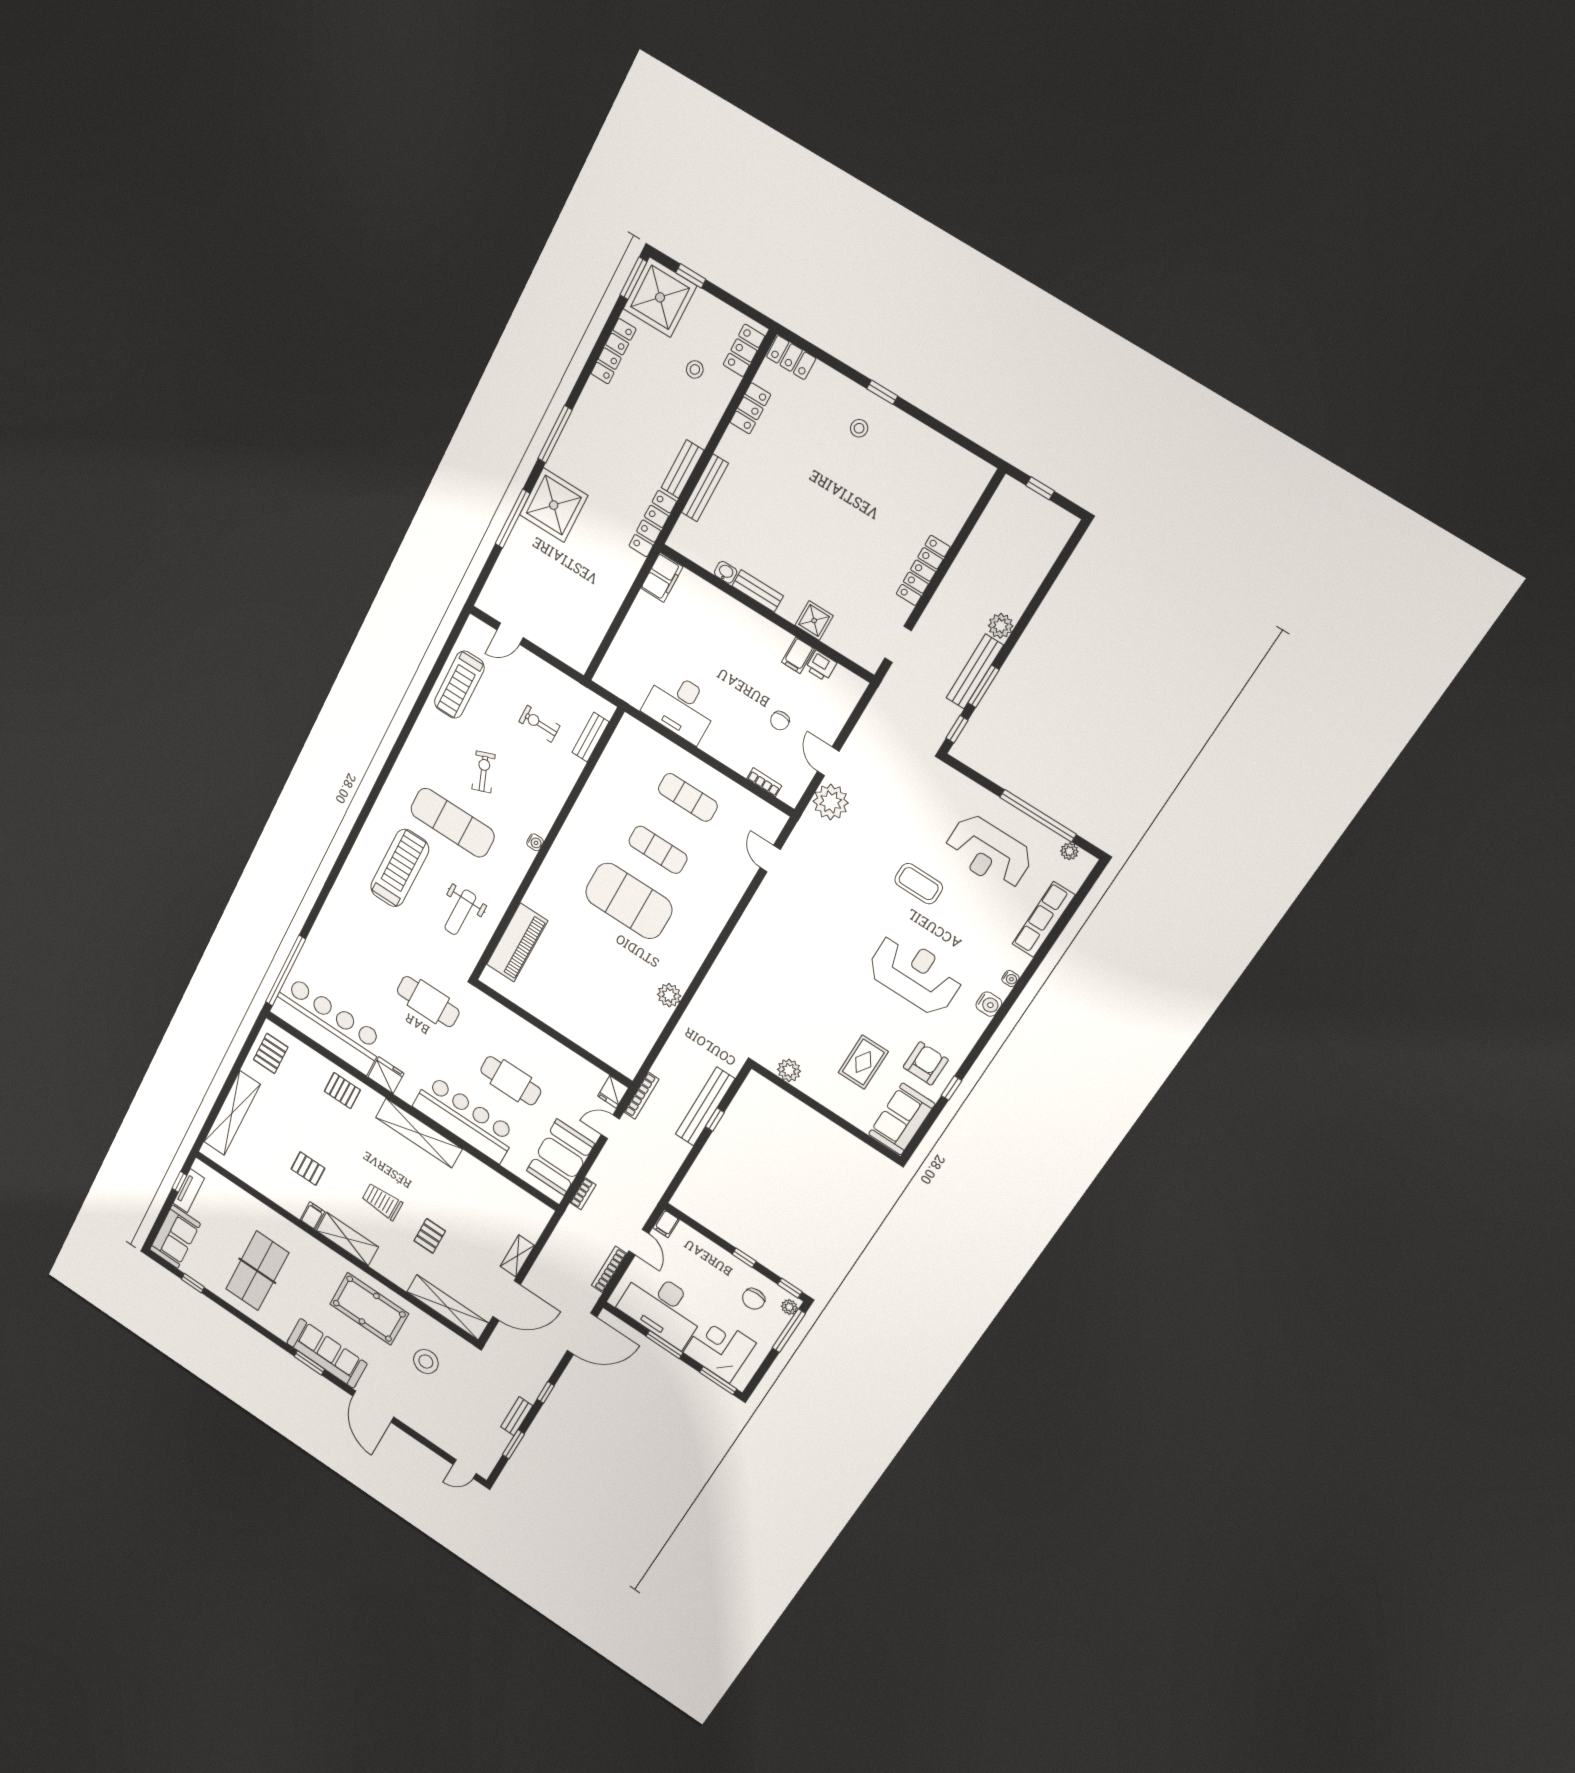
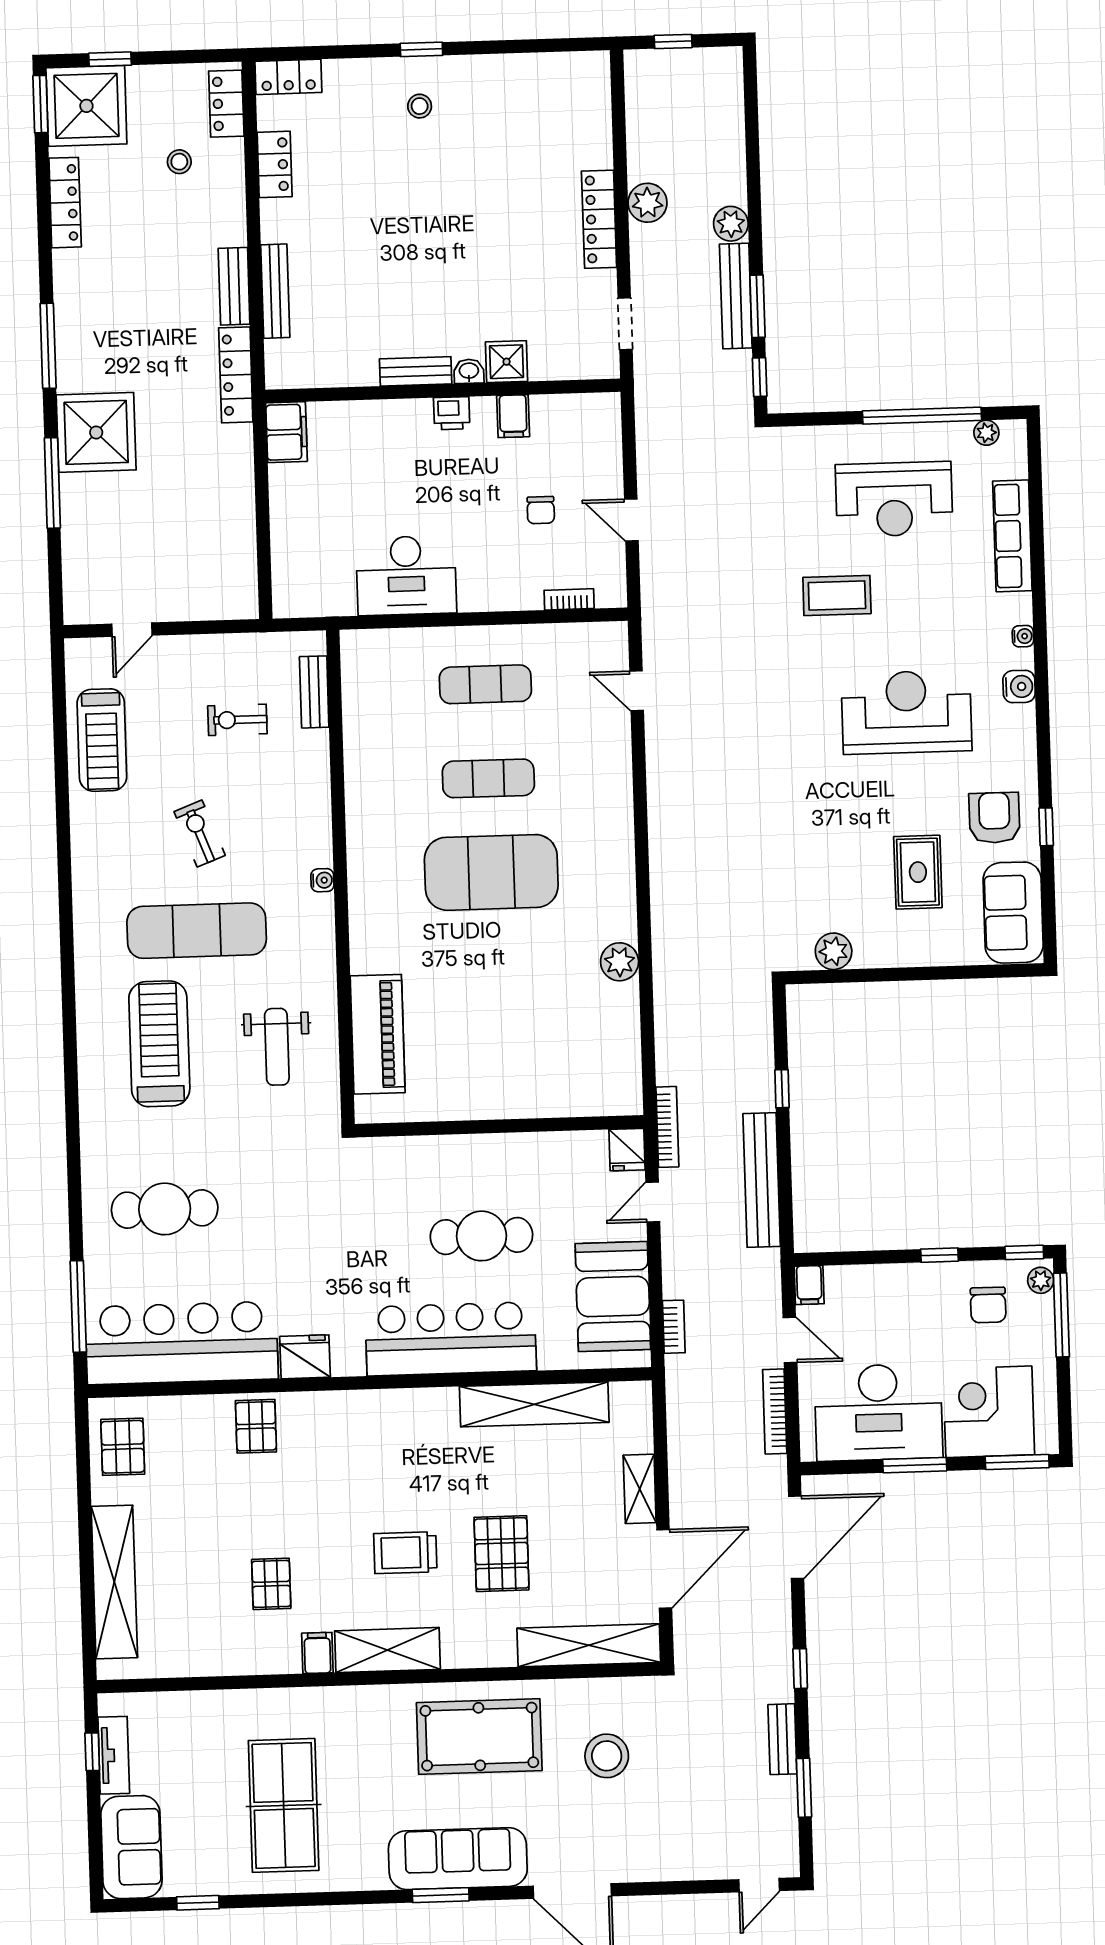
washbasin: (726, 572) -> (469, 371), moved
printer: (821, 666) -> (452, 413), moved
plant: (831, 802) -> (647, 203), moved, width x0.73, depth x0.73
window: (286, 971) -> (78, 1306), width x0.68
cafe table: (428, 1002) -> (165, 1209), moved
pallet: (342, 1091) -> (256, 1426), turned 90
bench: (705, 1107) -> (762, 1180), moved
shelving: (419, 1133) -> (534, 1404), moved
pallet: (308, 1169) -> (271, 1584), turned 90
pallet: (430, 1236) -> (502, 1554), width x1.50, depth x1.42

